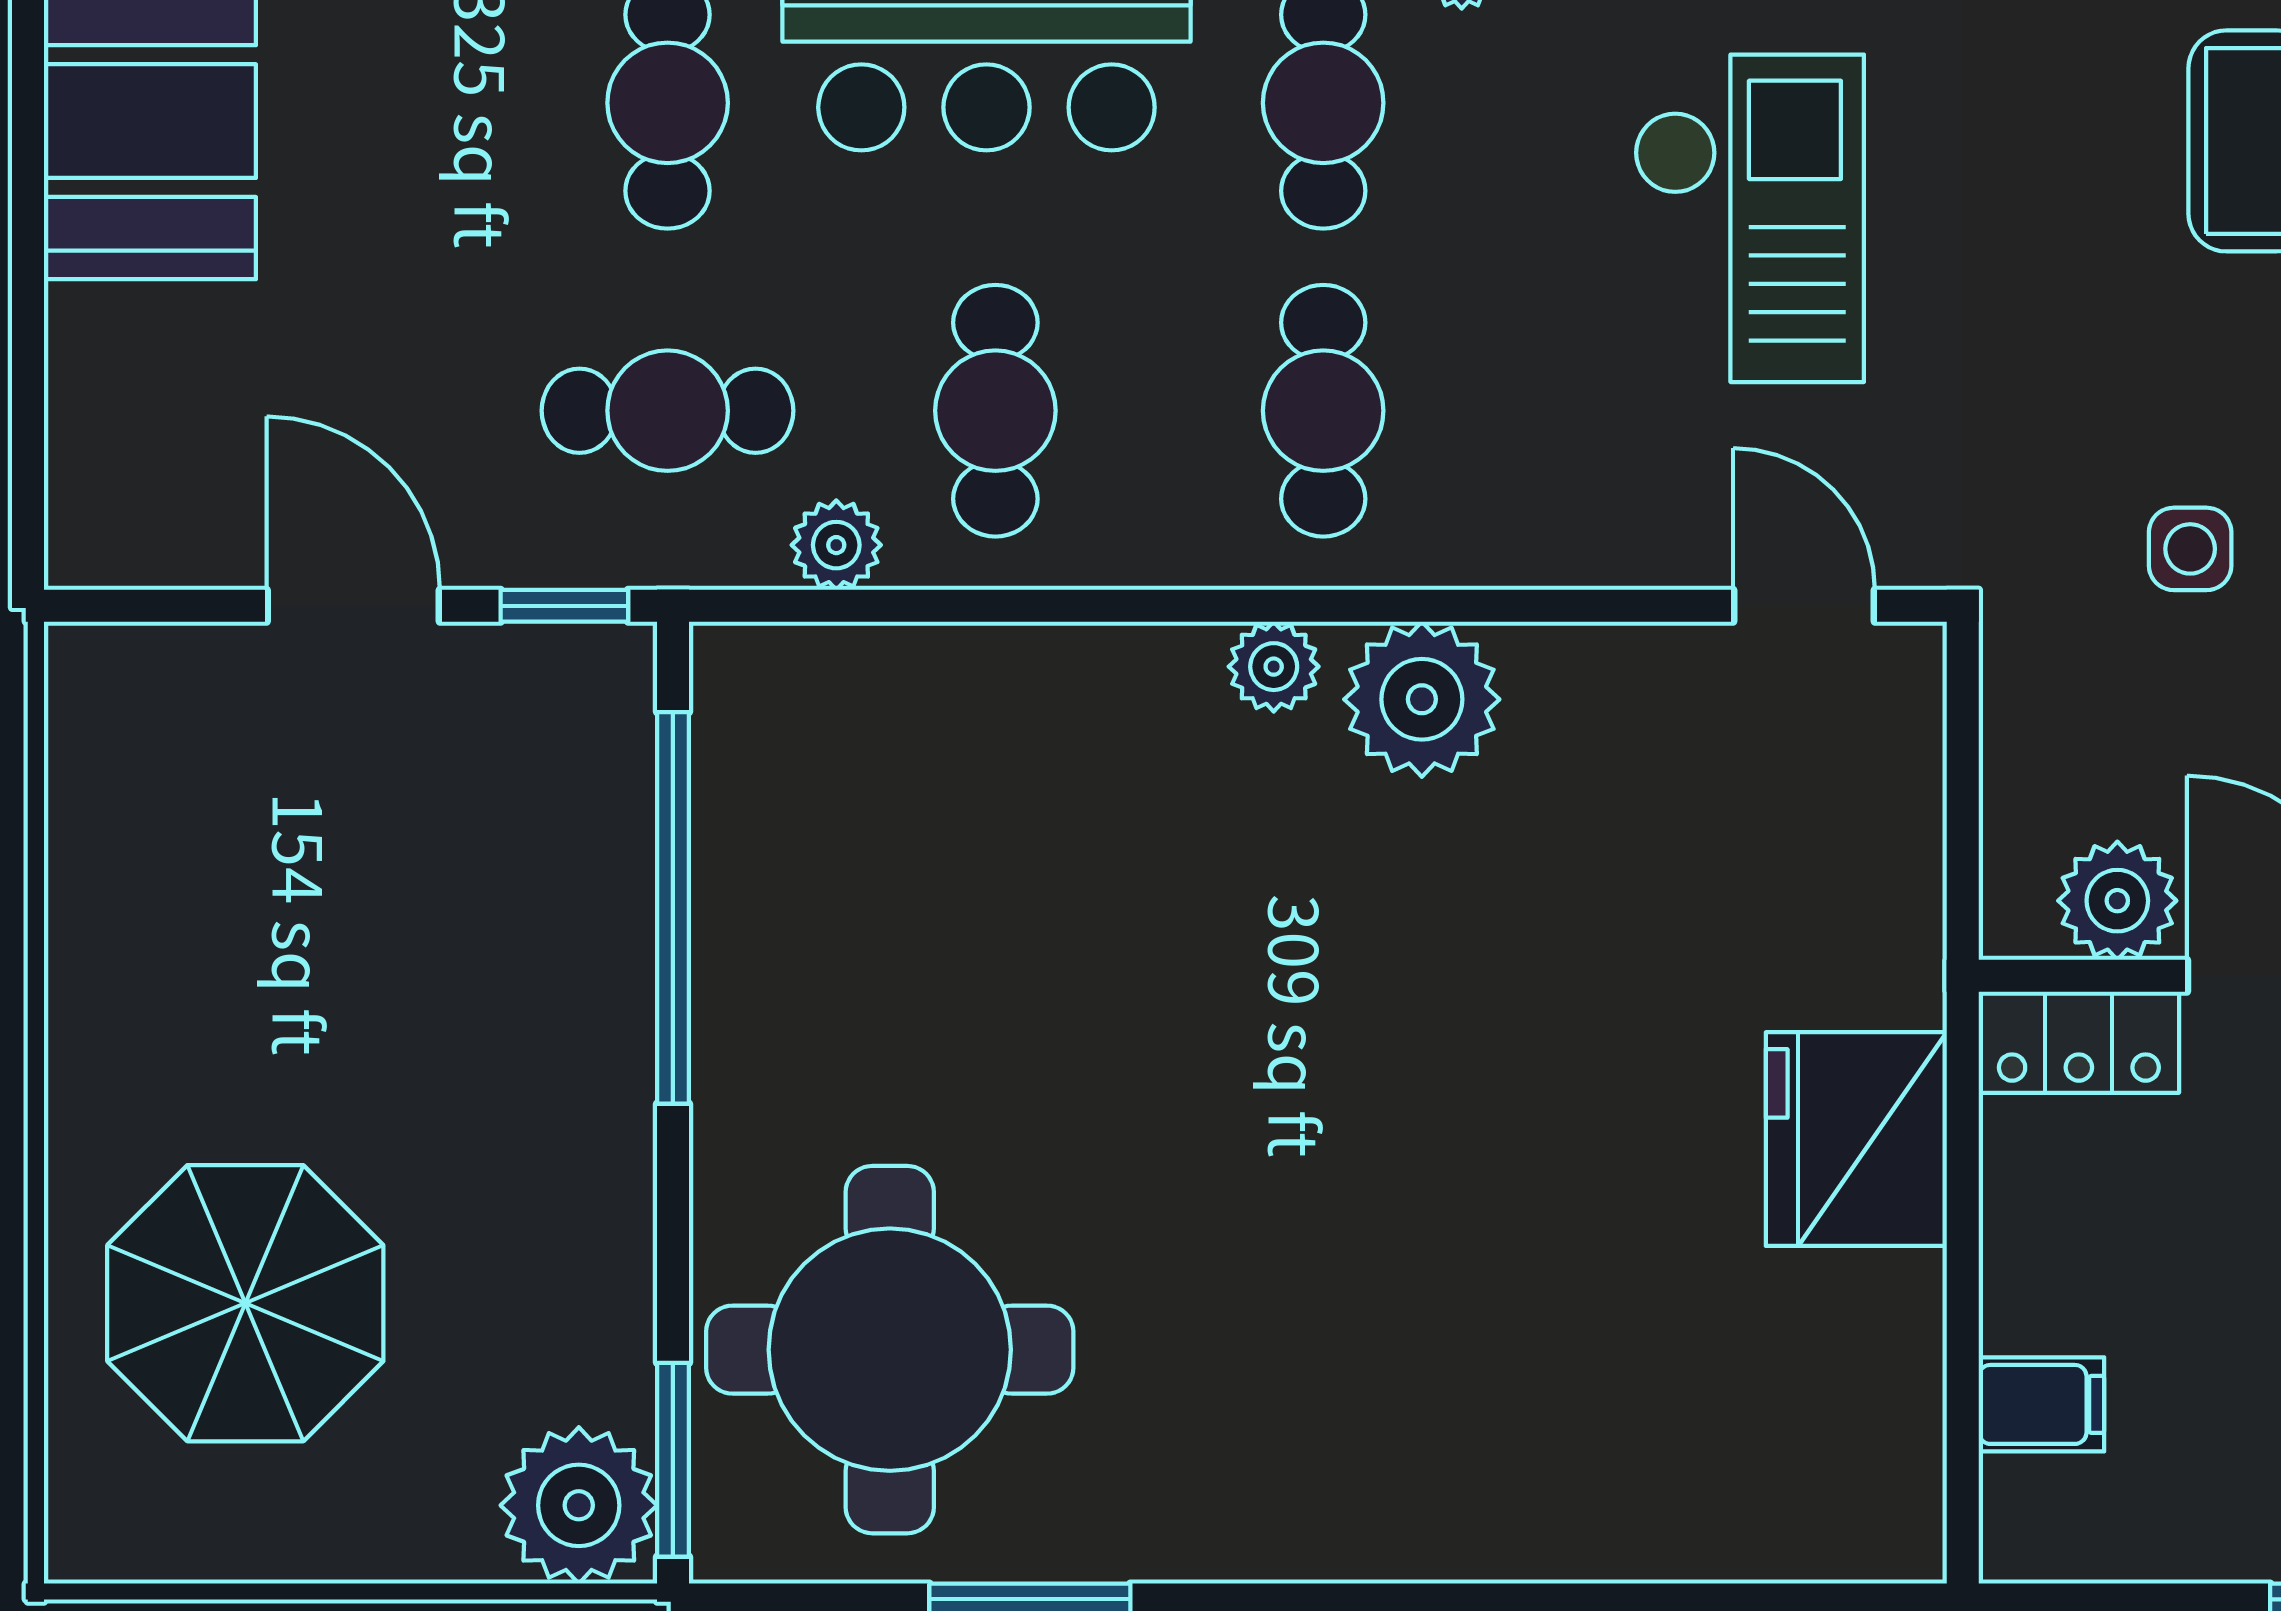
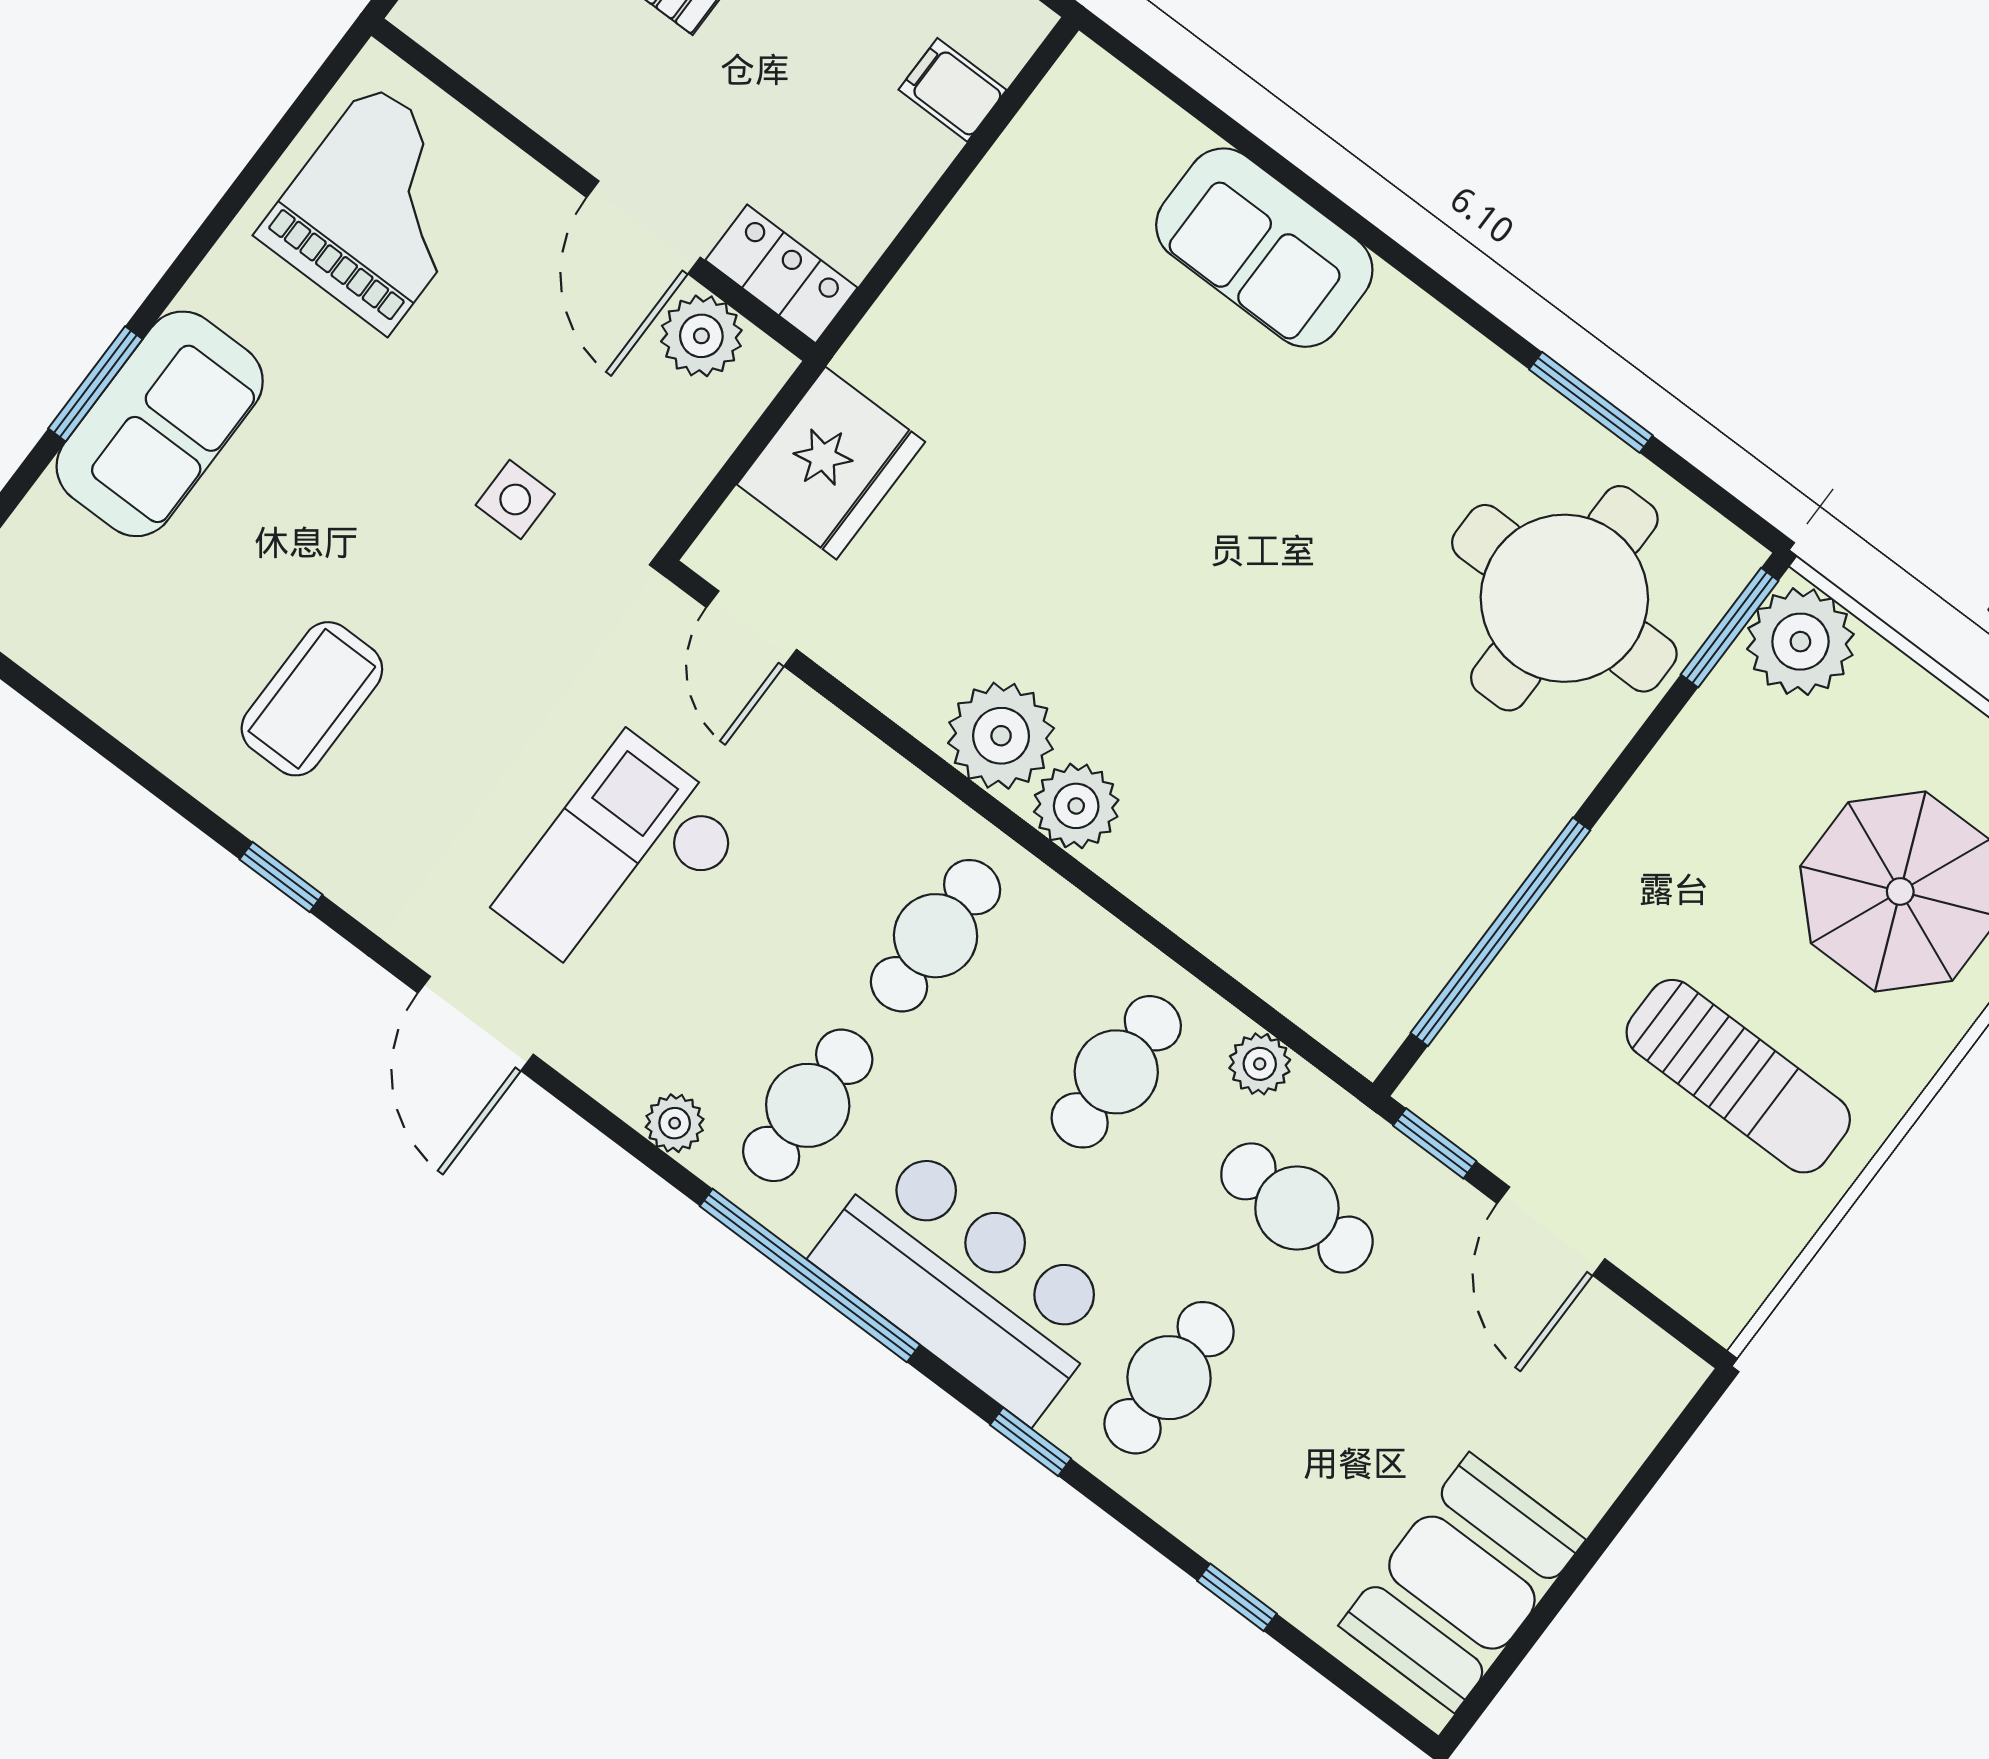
plant: (1274, 667) -> (1076, 806), width x1.38, depth x1.38
sun lounger: (272, 948) -> (1738, 1076), added
fridge: (1856, 1139) -> (831, 463), moved
sofa: (1543, 1494) -> (1264, 248), added

